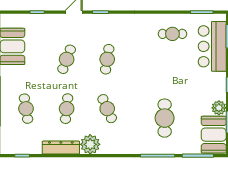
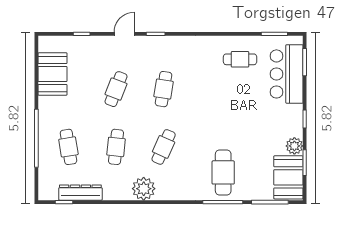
cafe table: (107, 109) -> (164, 147), turned 48
cafe table: (165, 118) -> (223, 172), moved
dresser: (61, 148) -> (80, 193), moved

